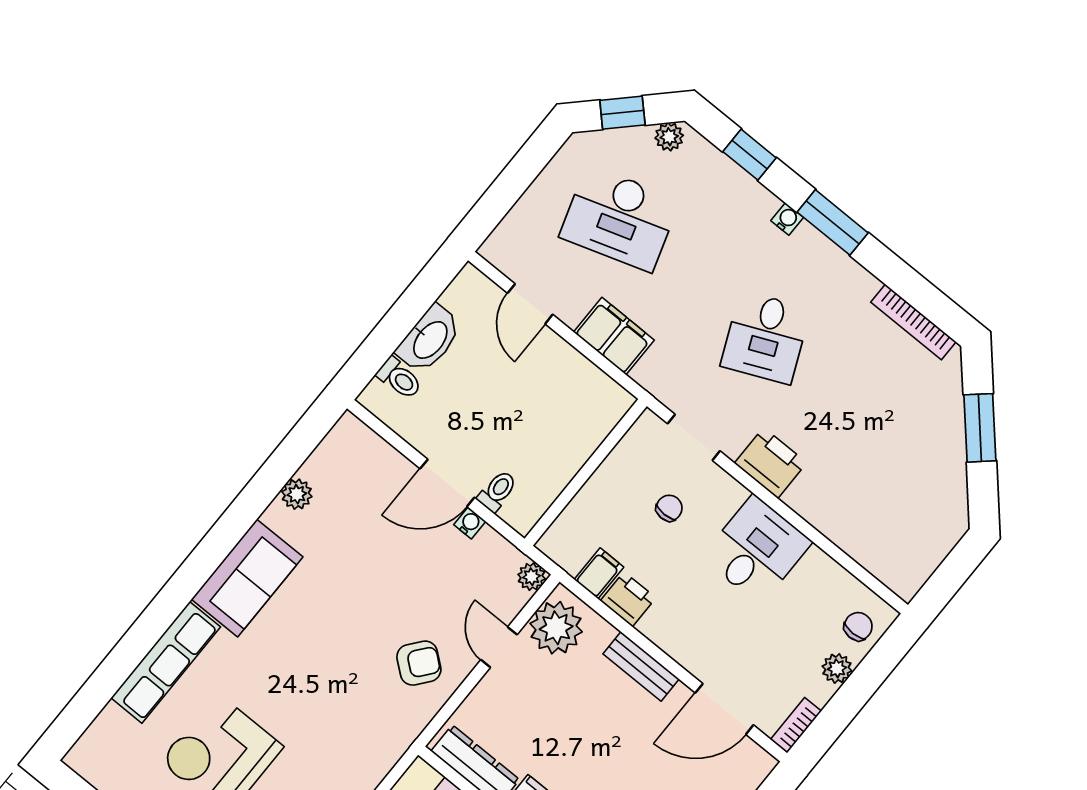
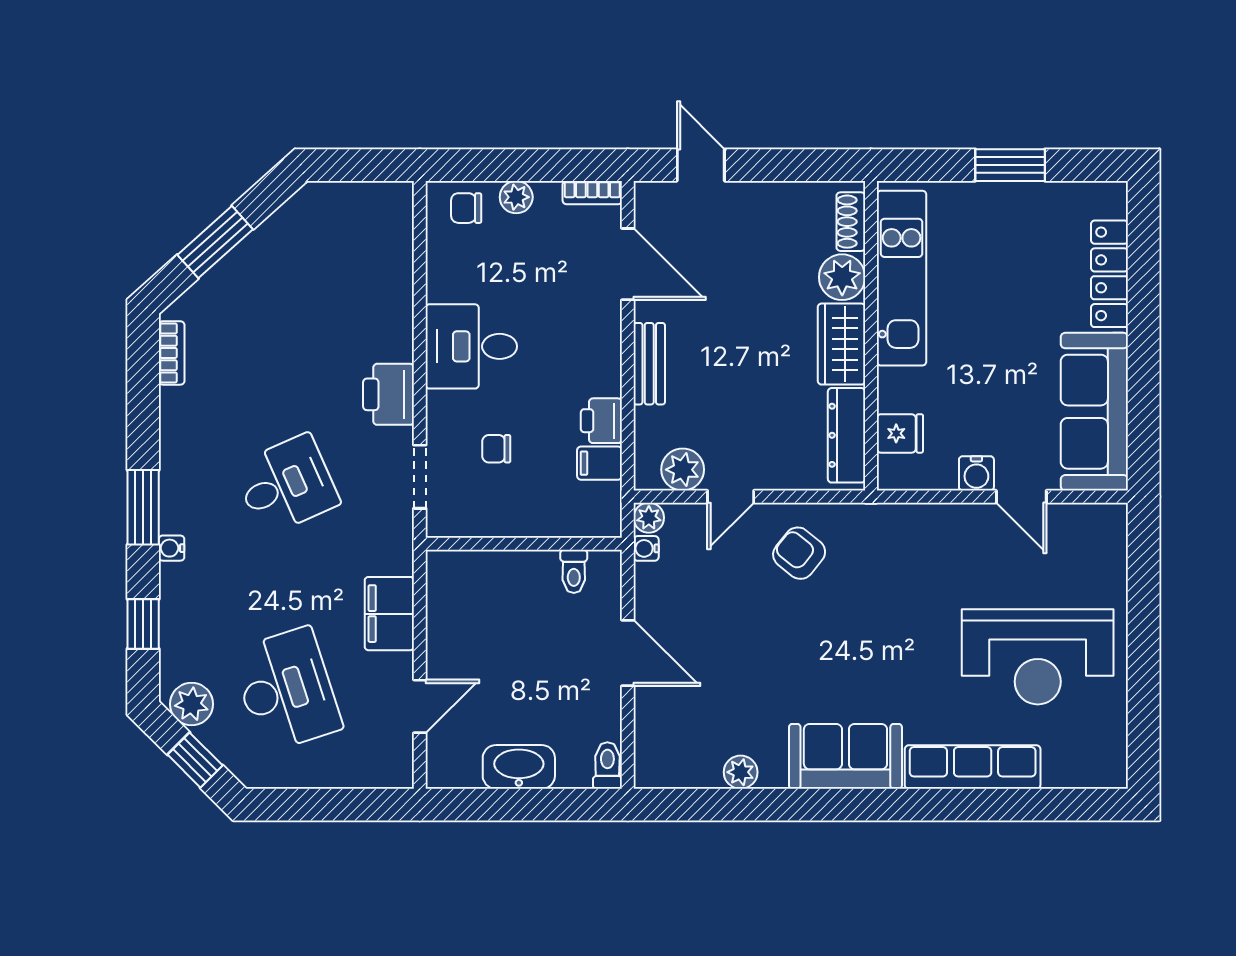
plant: (669, 137) -> (192, 704), width x1.38, depth x1.38
bookcase: (913, 322) -> (172, 353), width x0.64
toilet: (399, 378) -> (607, 765), moved
toilet: (497, 491) -> (574, 571), moved, turned -90
water cooler: (470, 523) -> (646, 548), moved
plant: (556, 628) -> (683, 470), width x0.73, depth x0.73

